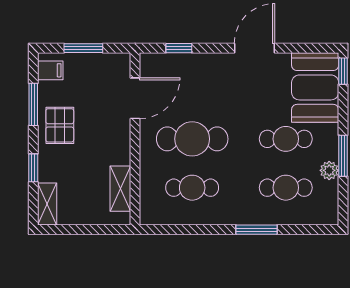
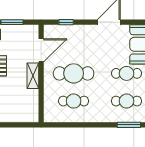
shelving: (120, 189) -> (33, 76), moved
window: (256, 230) -> (129, 125), moved

